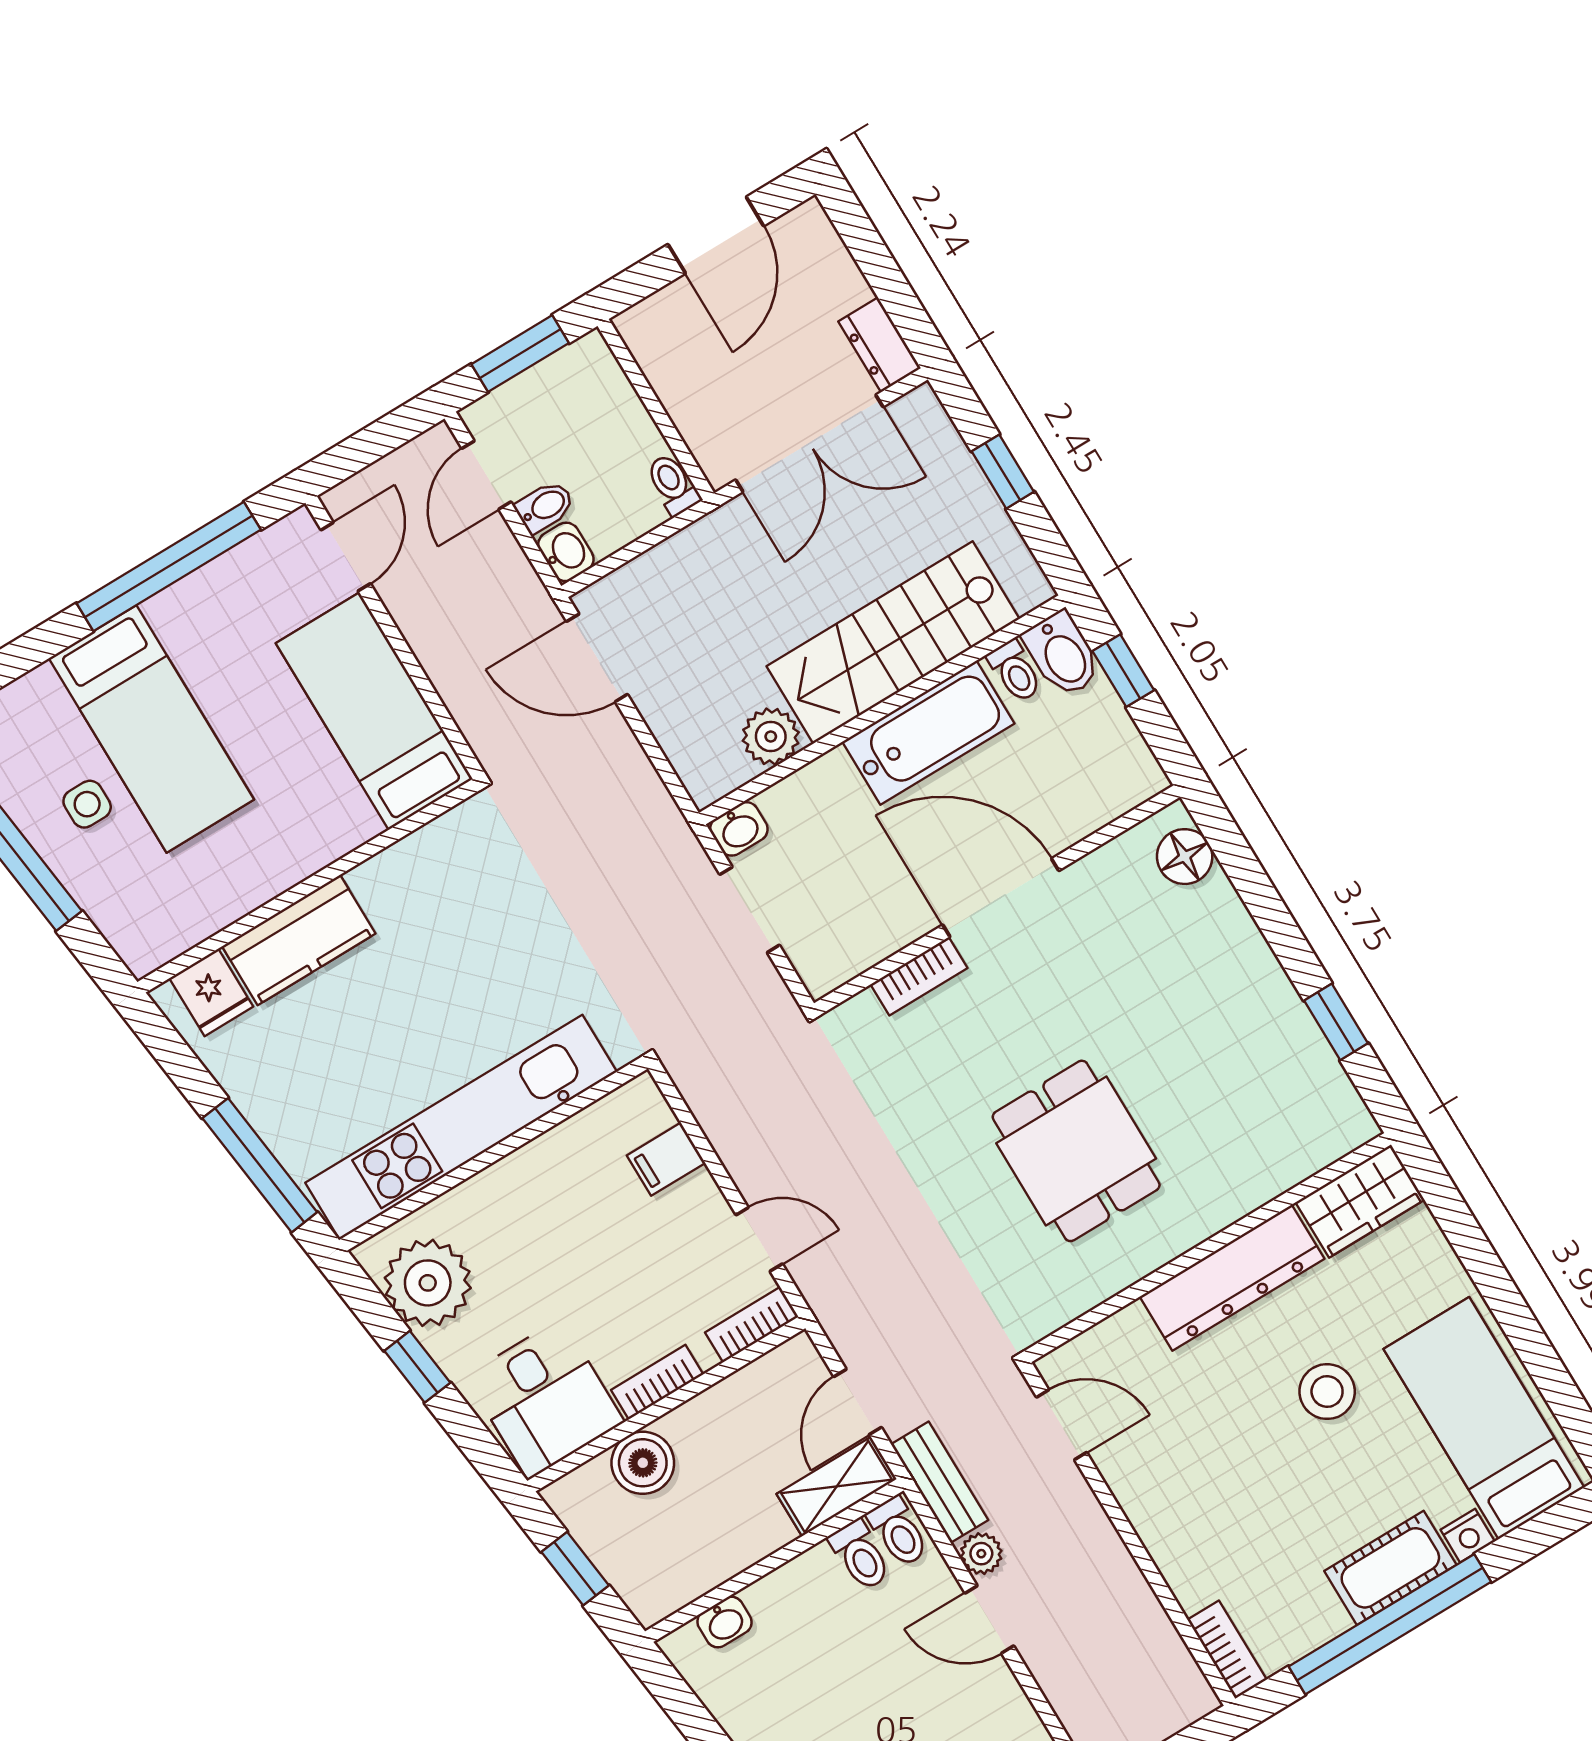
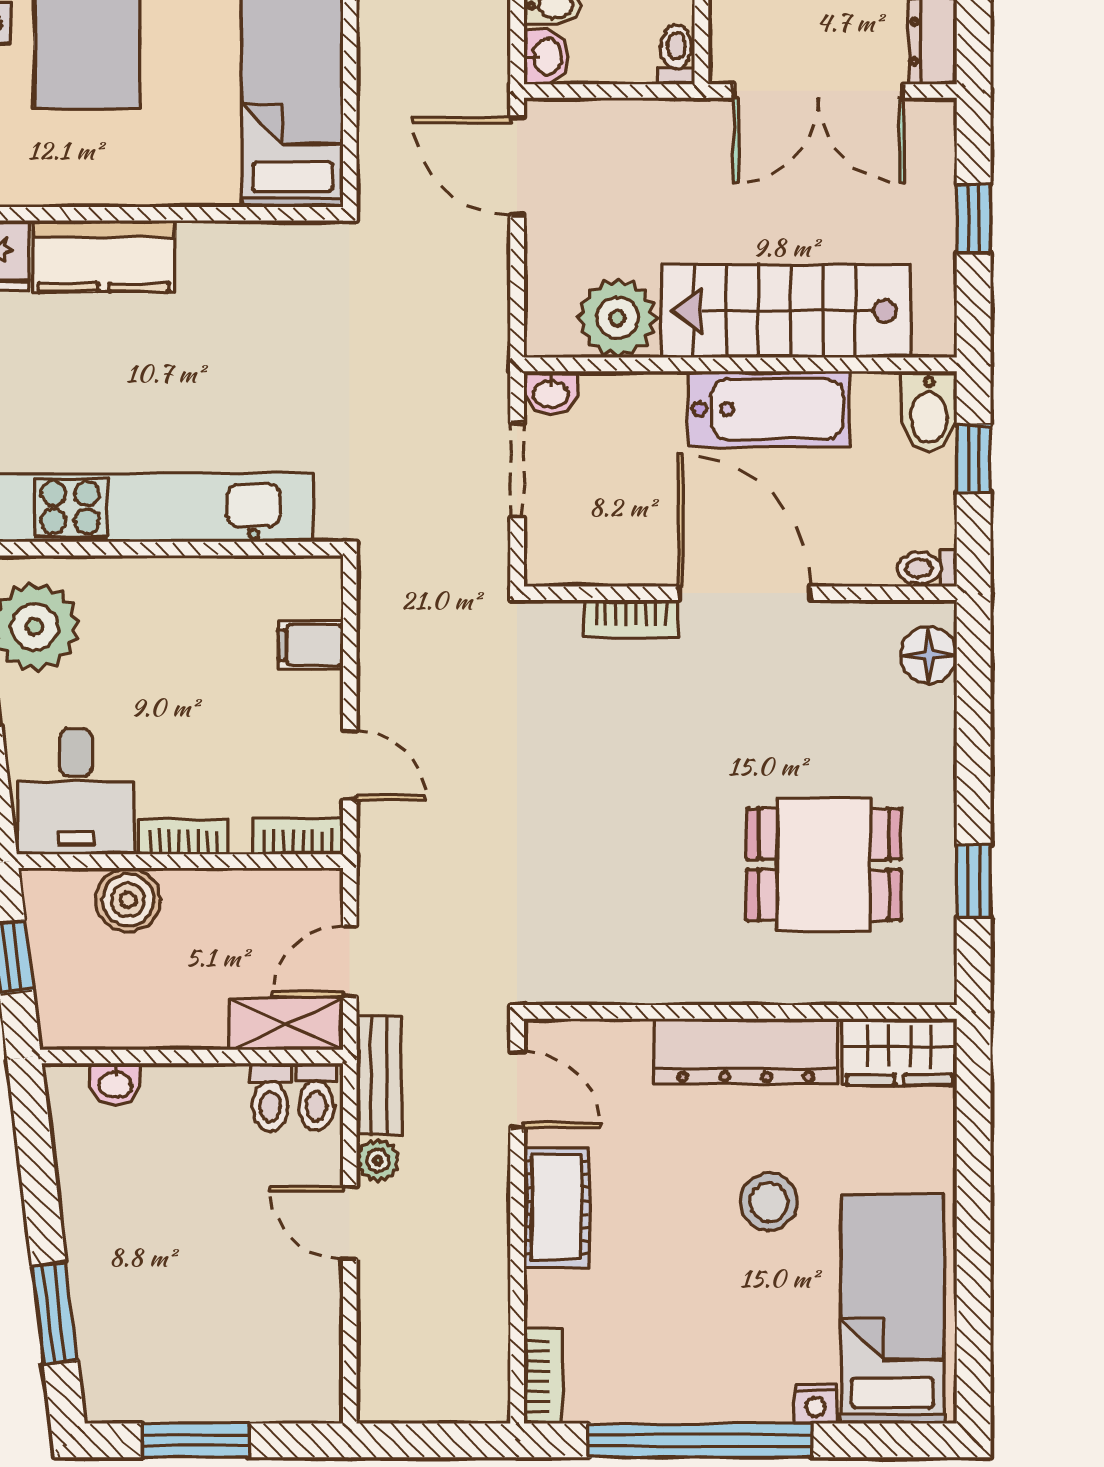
toilet: (1015, 671) -> (927, 568), moved, turned 90
plant: (771, 737) -> (618, 318), width x1.36, depth x1.36
dining table: (1076, 1151) -> (824, 864), moved, turned 90
cot: (1390, 1568) -> (556, 1208), moved, turned 90

